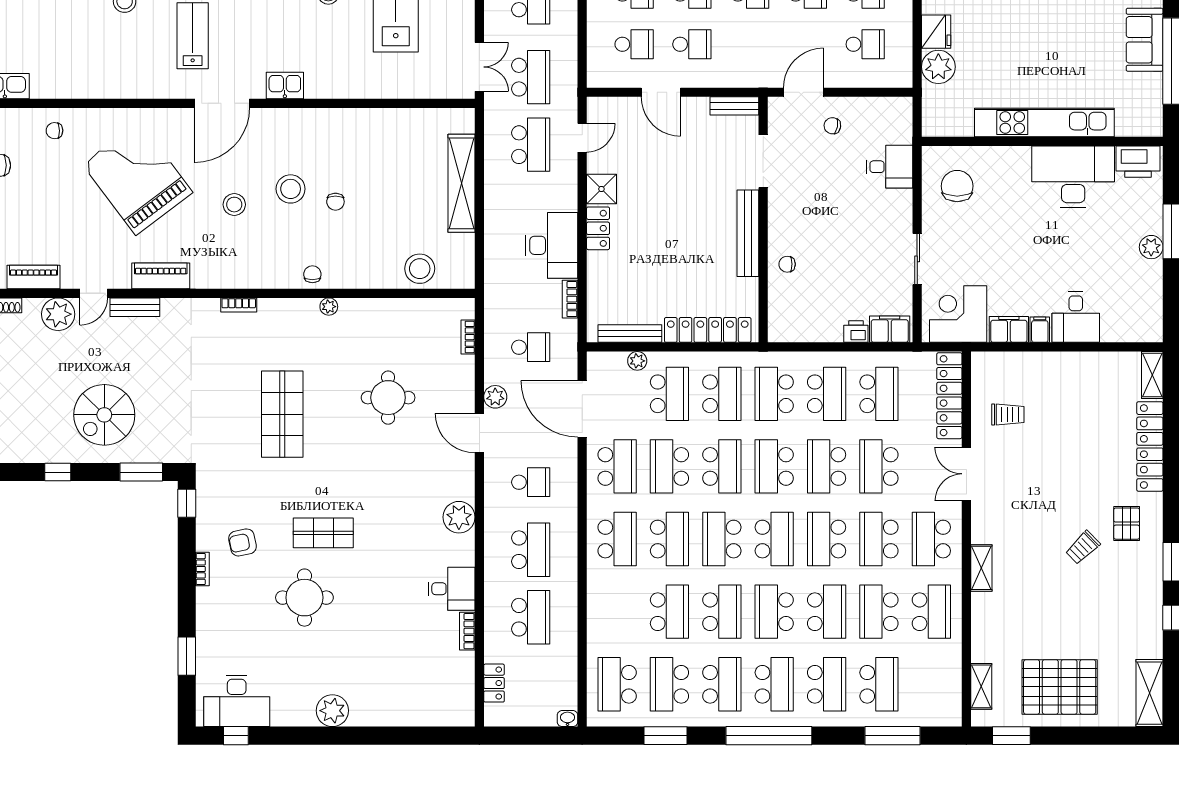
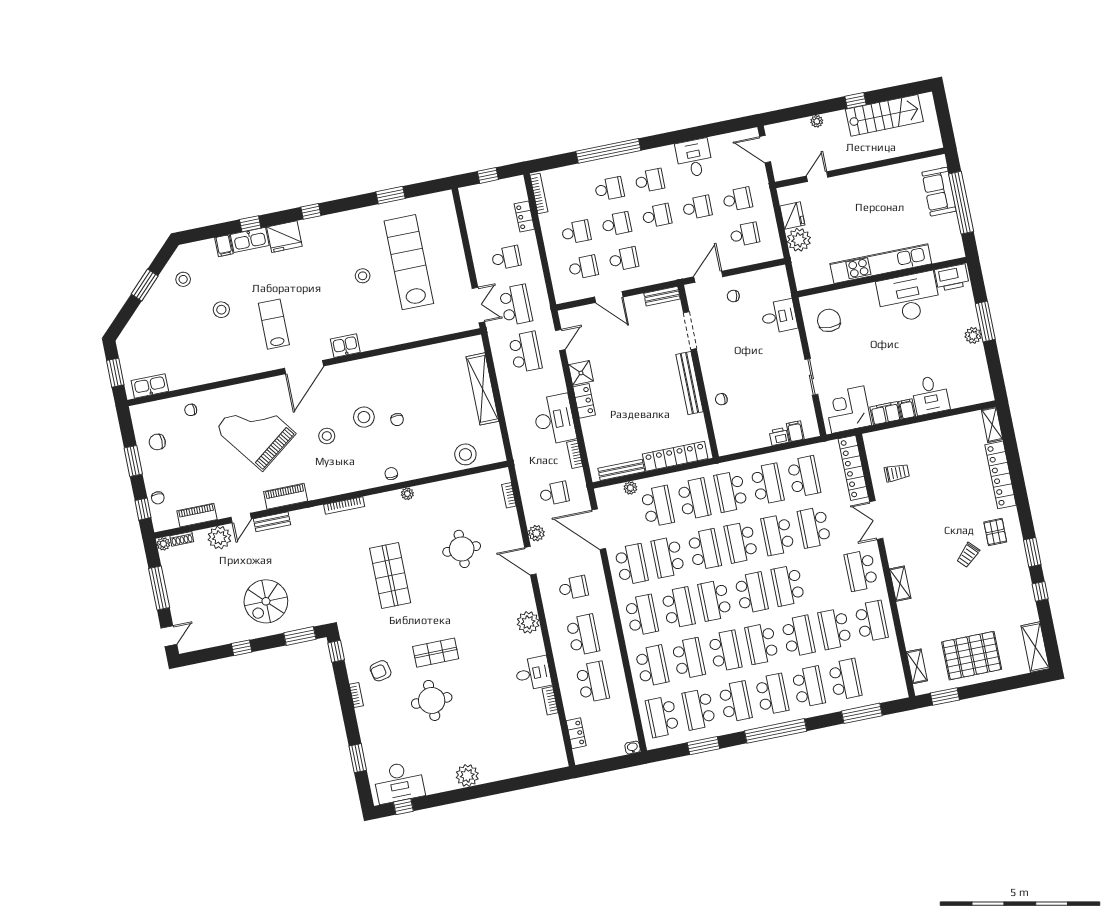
bookcase: (239, 305) -> (344, 505), width x1.56
filing cabinet: (890, 329) -> (795, 431), width x0.50
school desk: (879, 539) -> (652, 666), moved, turned 180

